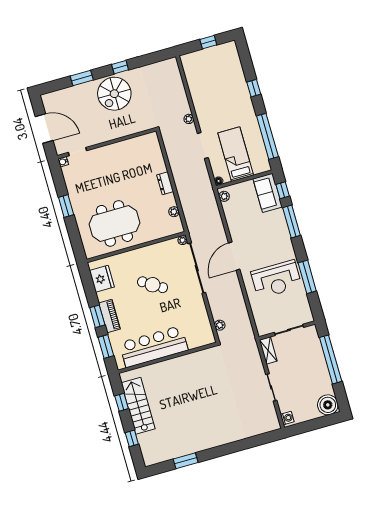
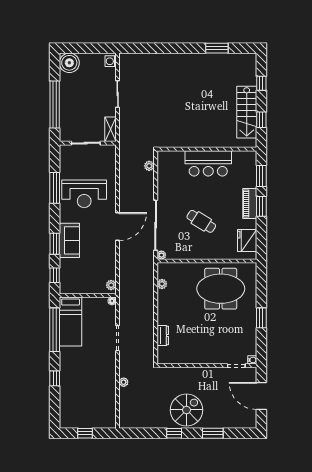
plant: (189, 119) -> (124, 382), moved
bed: (236, 154) -> (71, 321), moved
dresser: (165, 183) -> (163, 336), moved
sofa: (268, 193) -> (69, 240), moved
window: (292, 221) -> (55, 244), width x0.69
reception desk: (276, 279) -> (84, 194), turned 180
bar counter: (154, 347) -> (208, 163), width x0.73

